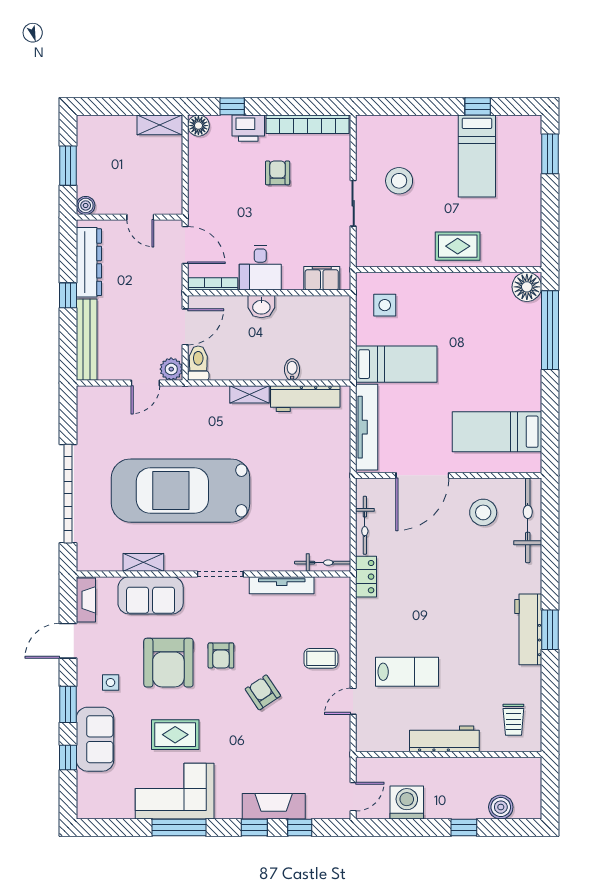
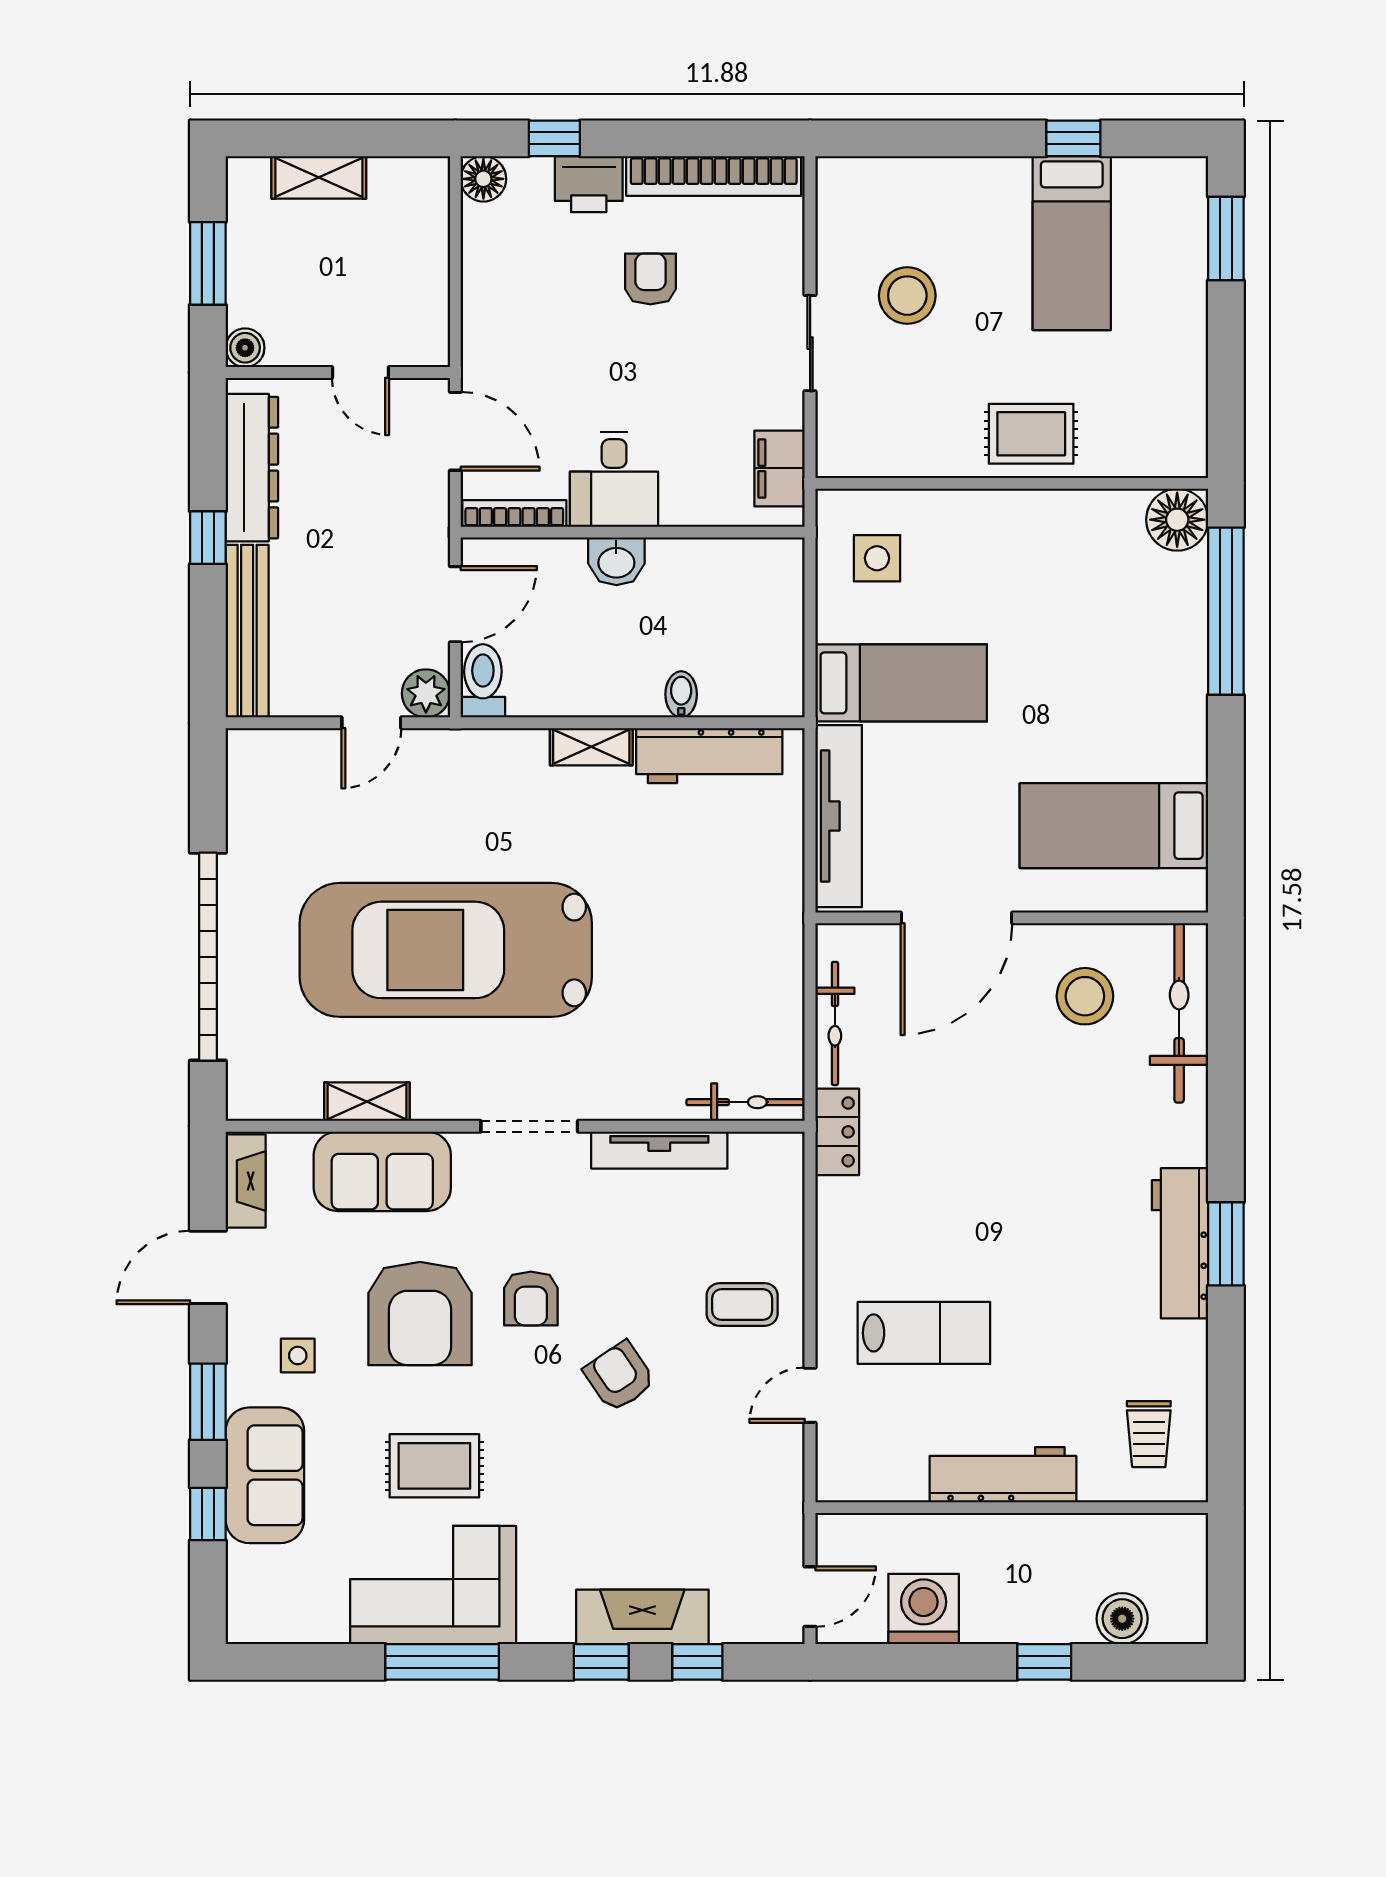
shelving: (160, 125) -> (319, 177), moved
filing cabinet: (322, 278) -> (780, 468), moved, turned -90

